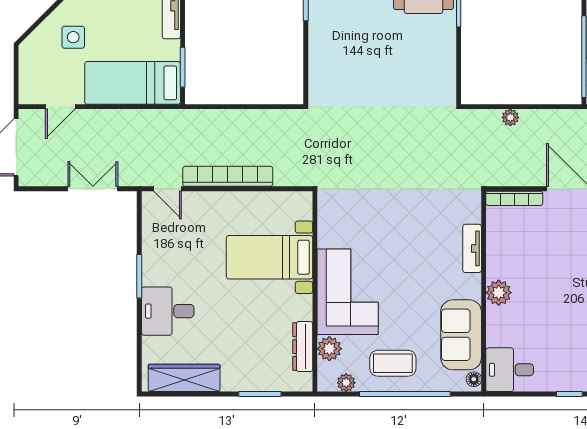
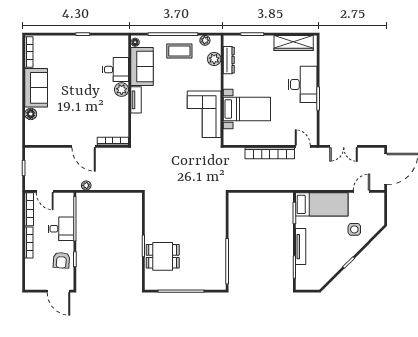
plant: (510, 117) -> (86, 185), moved
tv unit: (472, 248) -> (136, 100), moved
corner sofa: (348, 292) -> (204, 114), moved
desk: (168, 311) -> (303, 84), width x1.37
desk: (510, 370) -> (116, 70), moved

